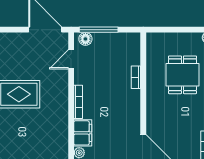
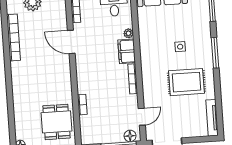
dining table: (182, 75) -> (56, 122), moved
side table: (23, 134) -> (180, 47), added

